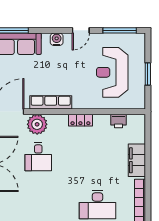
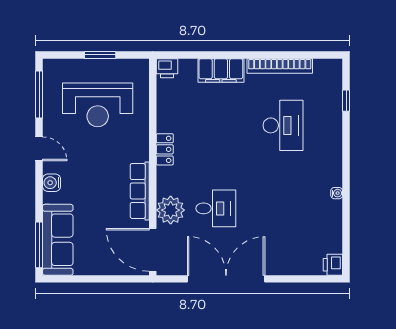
printer: (119, 121) -> (167, 68), moved, turned 90

